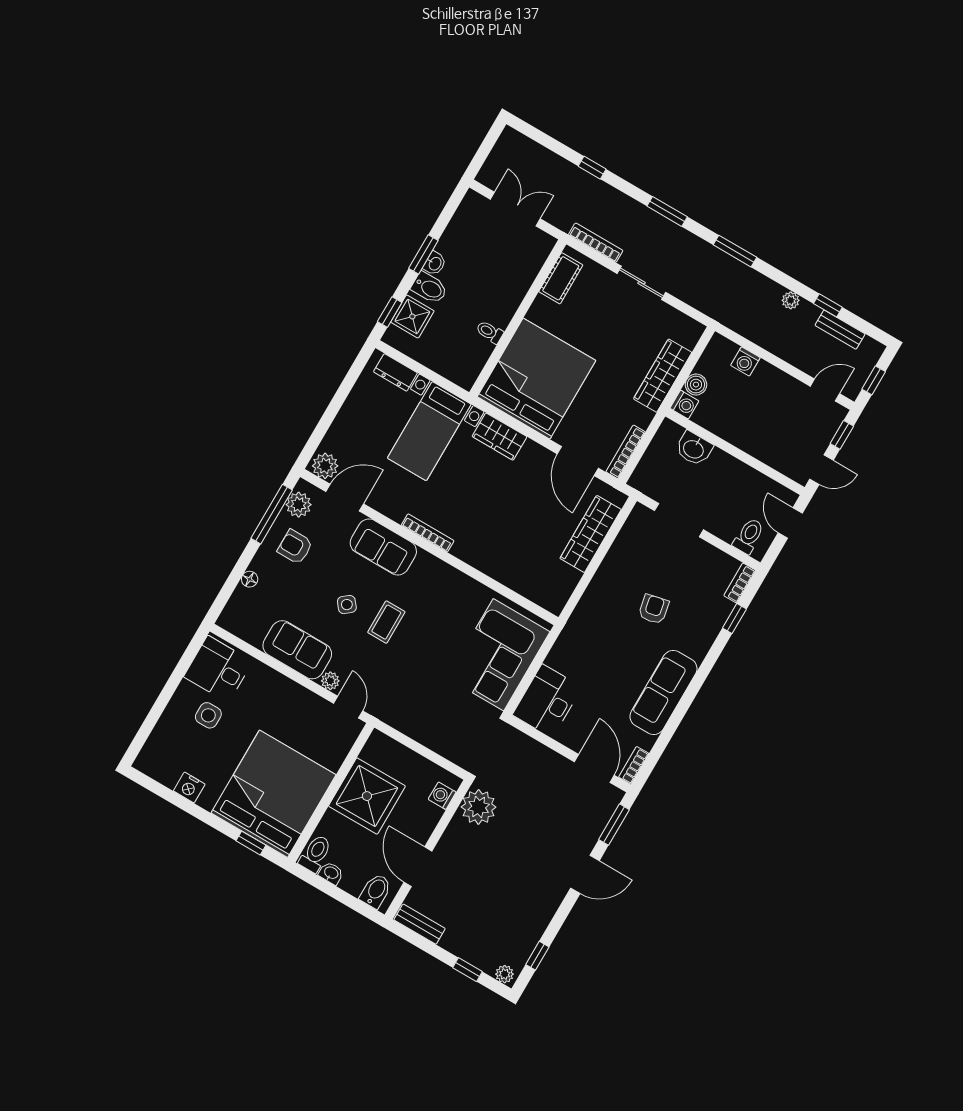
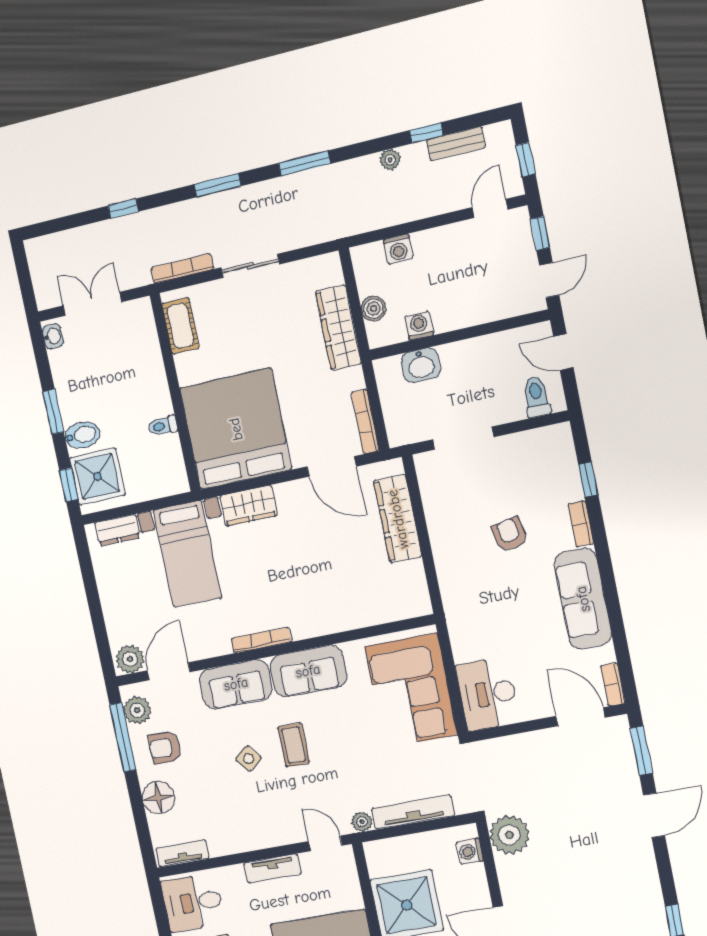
washbasin: (435, 263) -> (53, 336), moved
shower: (412, 317) -> (97, 476), width x1.36, depth x1.36
washing machine: (684, 405) -> (419, 326), moved, turned -90
floor lamp: (250, 579) -> (158, 798), width x1.89, depth x1.89
bookcase: (740, 583) -> (581, 524), moved
tv unit: (241, 629) -> (182, 853), added
sofa: (297, 650) -> (308, 671), moved, turned 180
plant: (330, 681) -> (362, 822), moved
tv unit: (296, 693) -> (273, 868), added
tv unit: (427, 737) -> (413, 812), added

